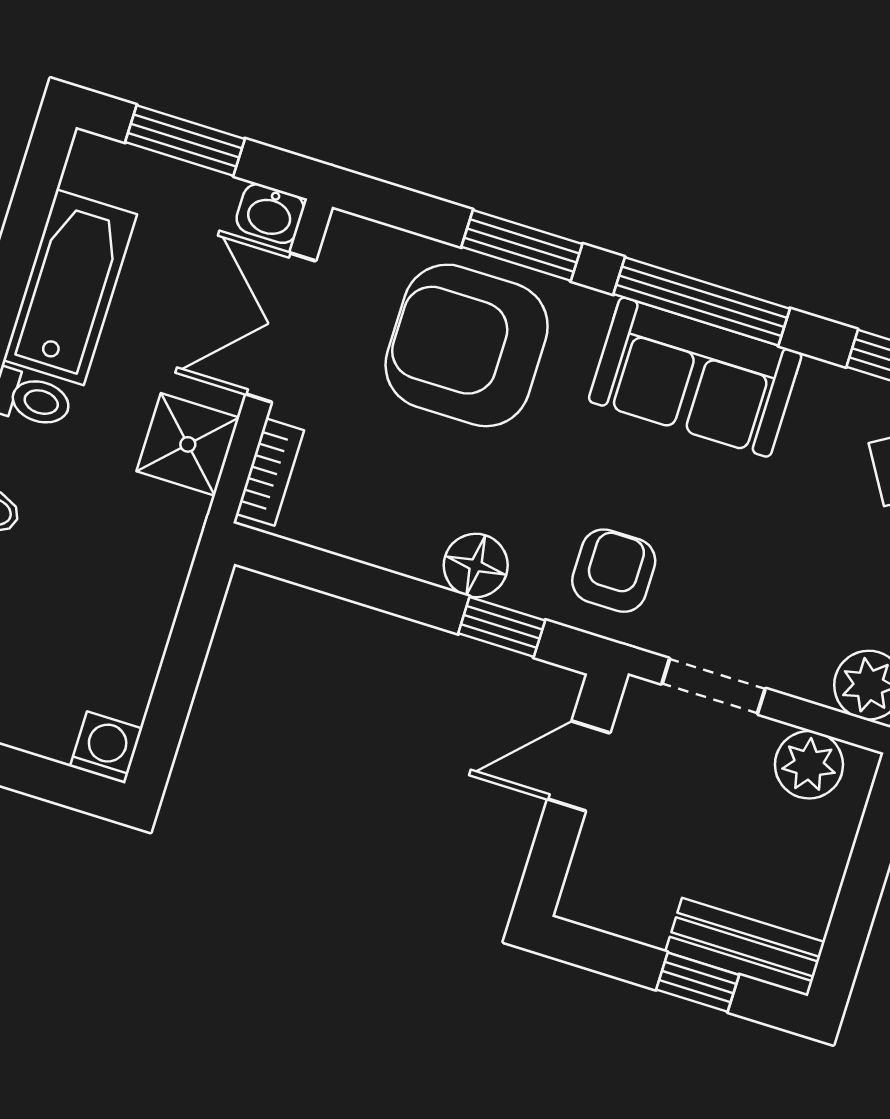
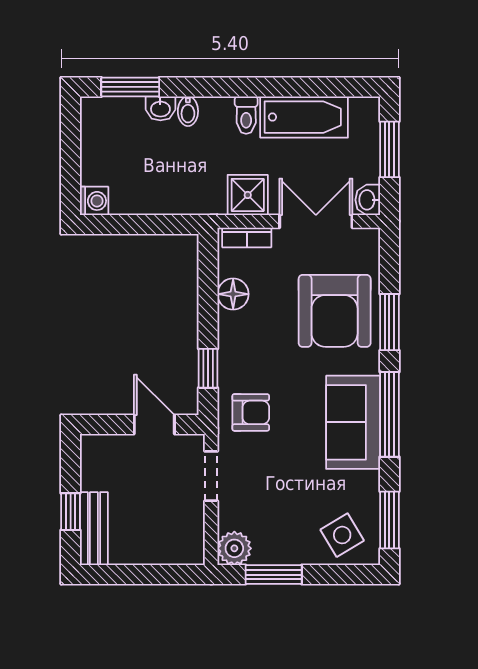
armchair: (467, 345) -> (335, 311), turned 180
floor lamp: (476, 565) -> (233, 294), moved
plant: (809, 765) -> (188, 532), removed

